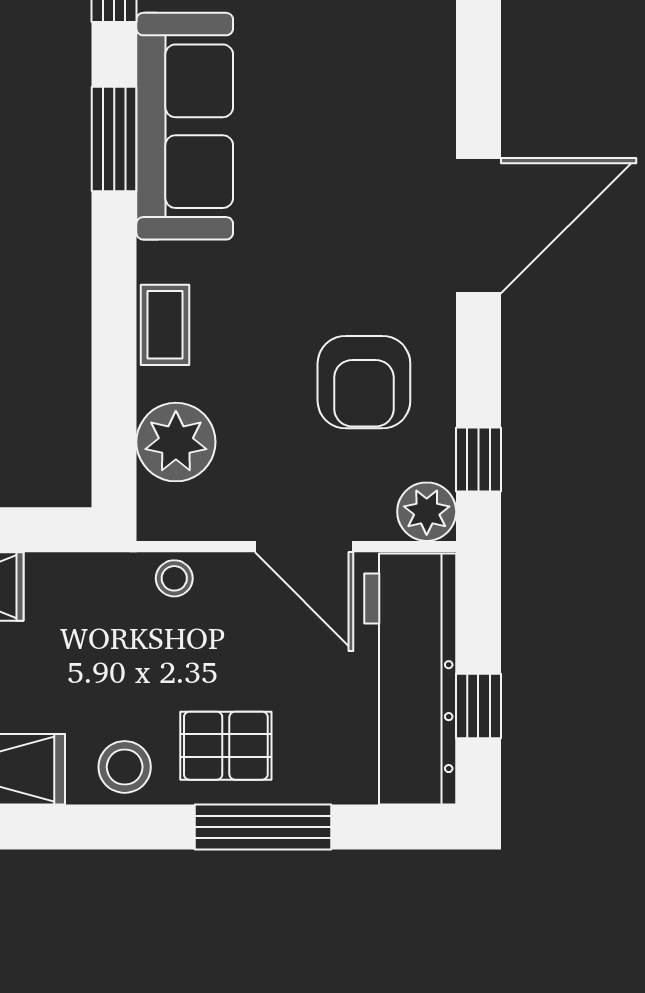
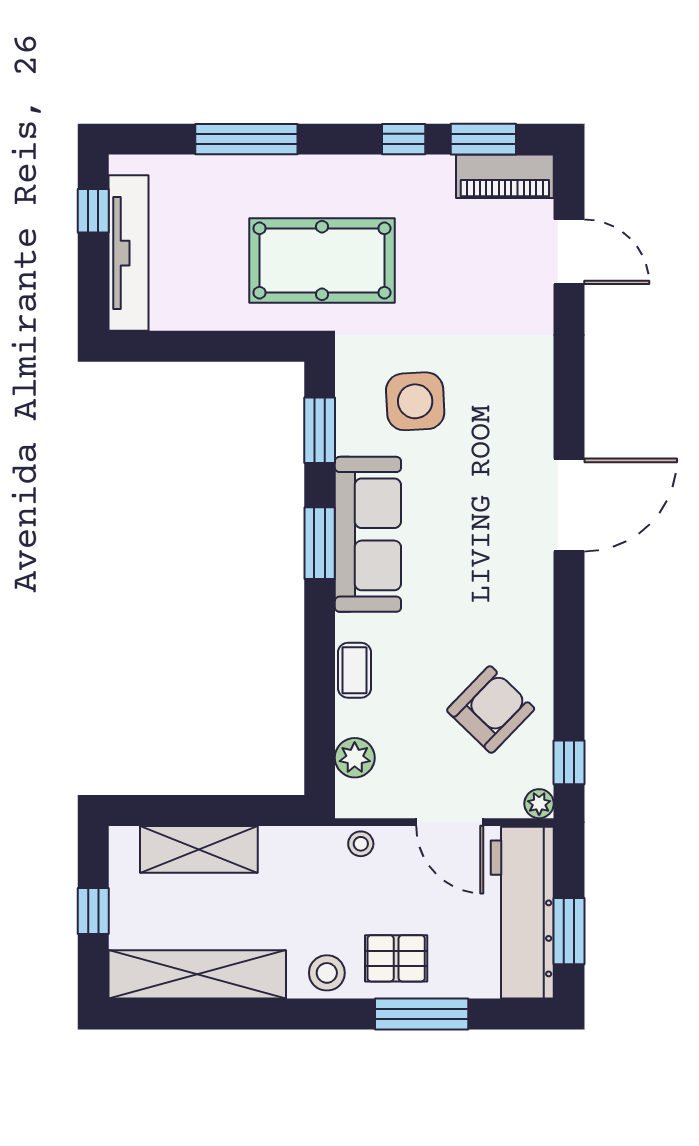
door: (478, 226) -> (569, 505), moved
armchair: (364, 382) -> (491, 710), turned -136
plant: (176, 442) -> (355, 758), width x0.73, depth x0.73
plant: (427, 512) -> (539, 804), width x0.73, depth x0.73
window: (478, 706) -> (569, 931), width x1.50

